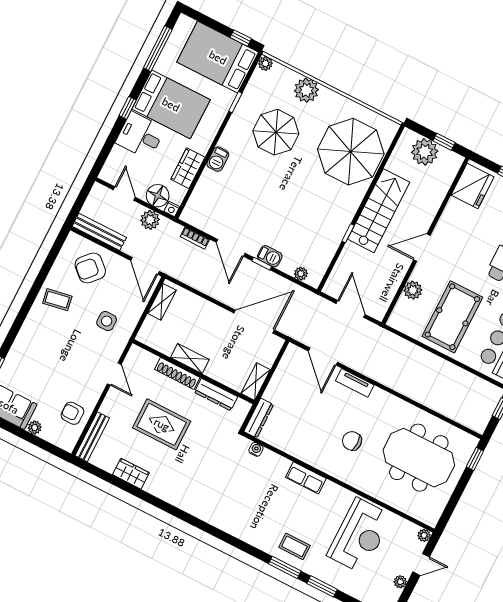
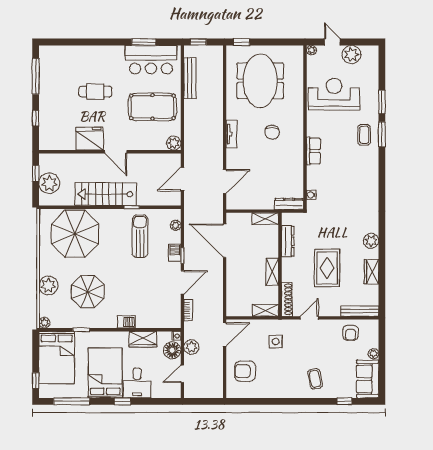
window: (241, 38) -> (36, 381), moved
fridge: (473, 186) -> (90, 139), moved
sun lounger: (309, 226) -> (140, 236), added
bench: (99, 232) -> (190, 78), moved
armchair: (90, 268) -> (245, 371), turned 137
plant: (413, 290) -> (174, 143), moved
coffee table: (57, 300) -> (315, 379), moved
shelving: (162, 302) -> (265, 310), moved
shoe rack: (177, 373) -> (287, 299), moved
tv unit: (355, 383) -> (231, 134), moved
plant: (167, 492) -> (371, 241), added
plant: (400, 582) -> (351, 55), width x1.88, depth x1.88

